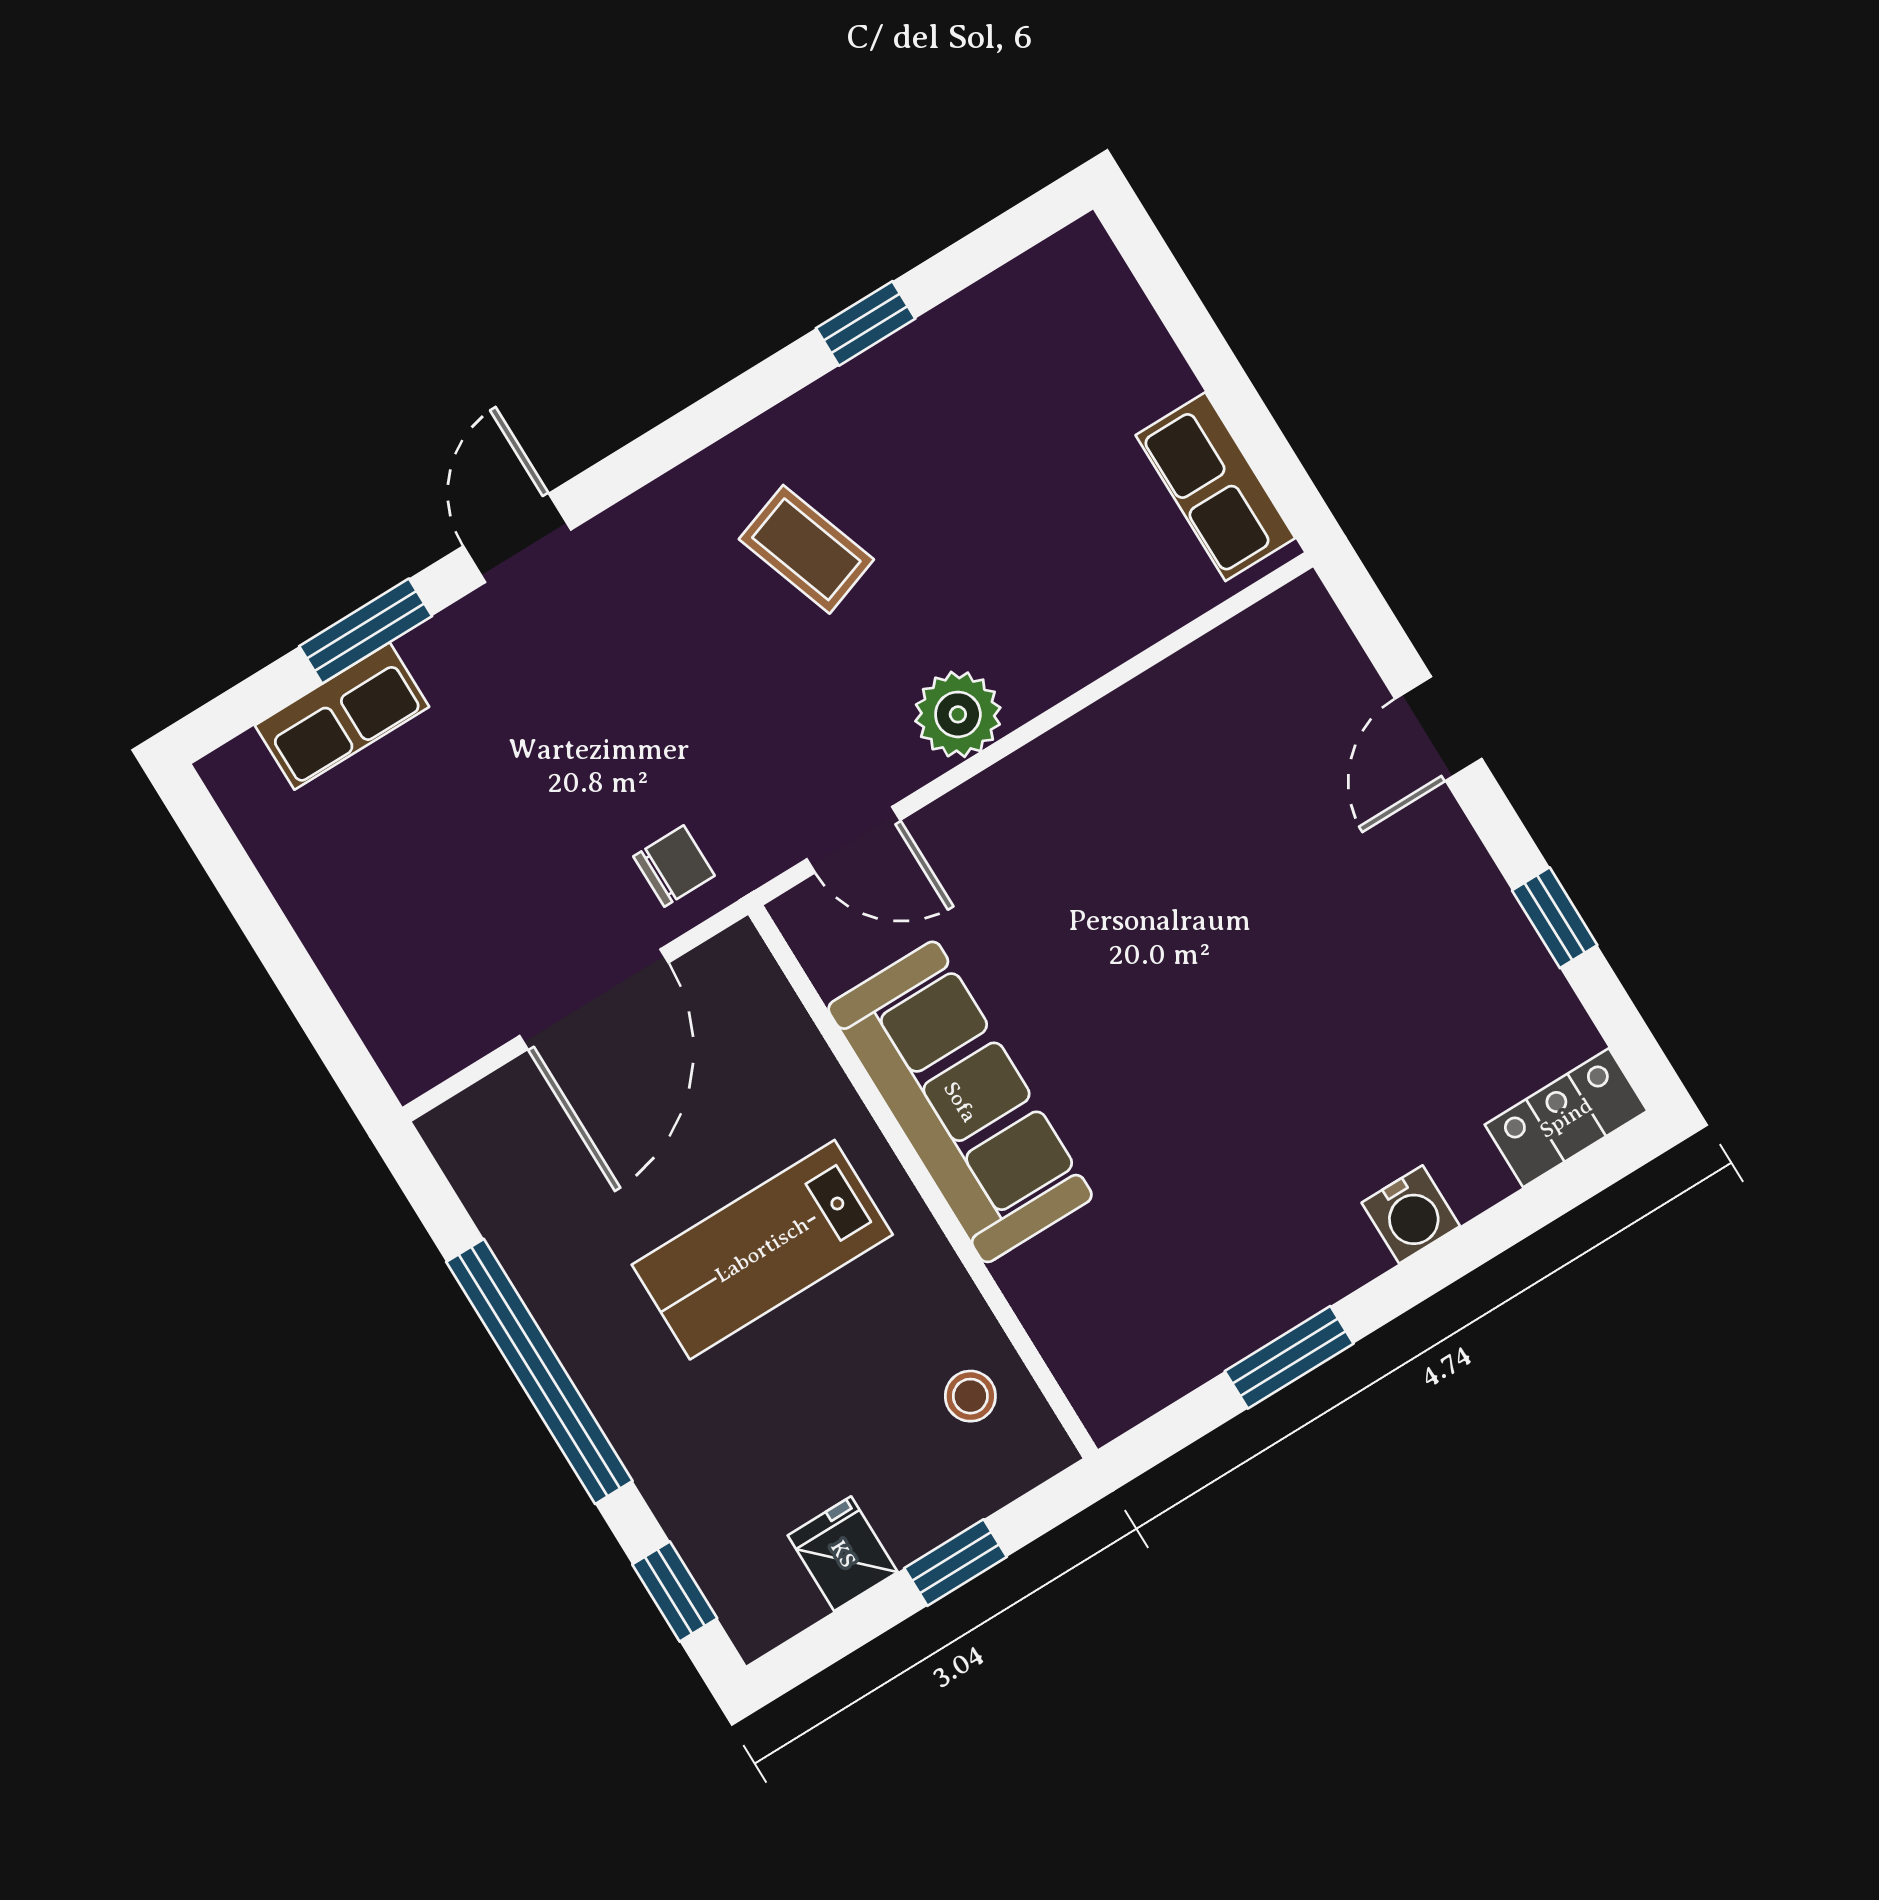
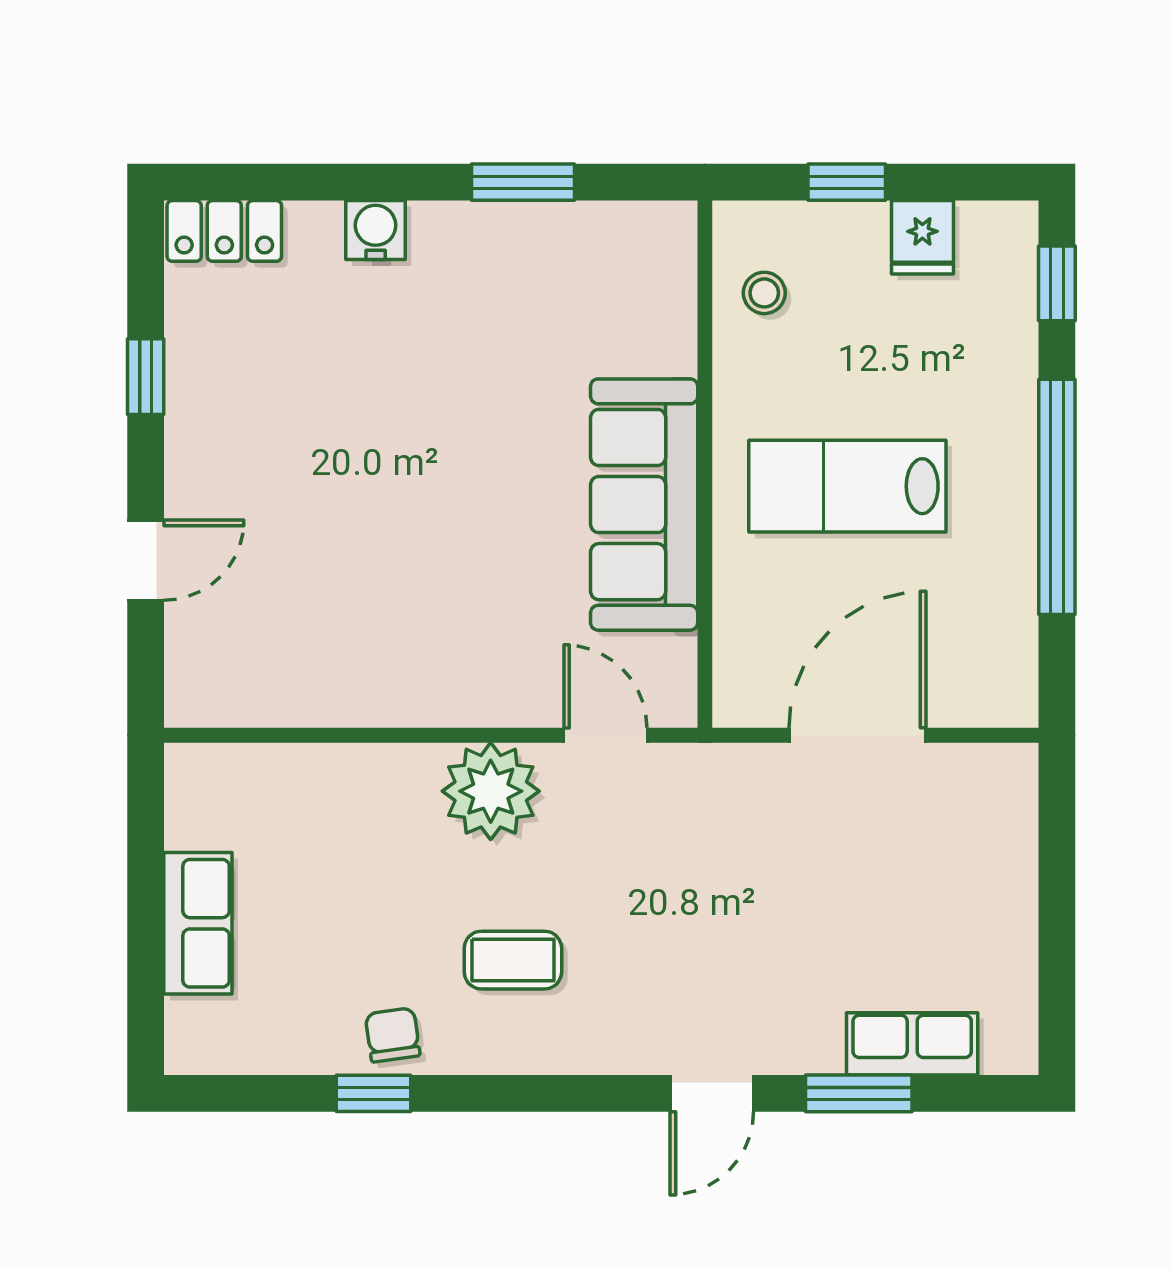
row of seats: (1215, 487) -> (198, 923), moved
coffee table: (806, 549) -> (513, 960), turned -71
plant: (958, 714) -> (491, 791), width x1.36, depth x1.36
chair: (674, 866) -> (393, 1035), moved, turned 82
lab bench: (762, 1250) -> (847, 486), turned 180

